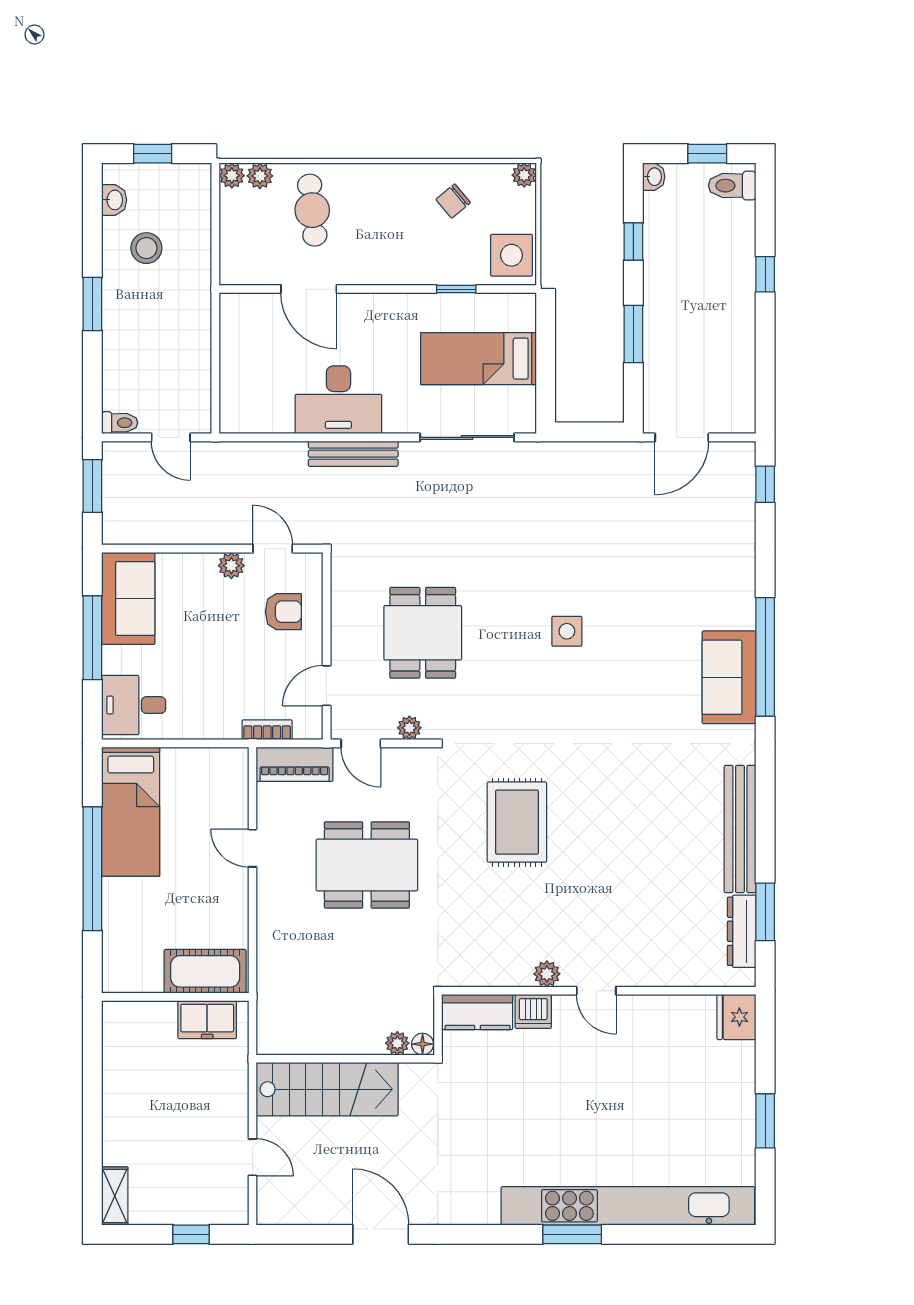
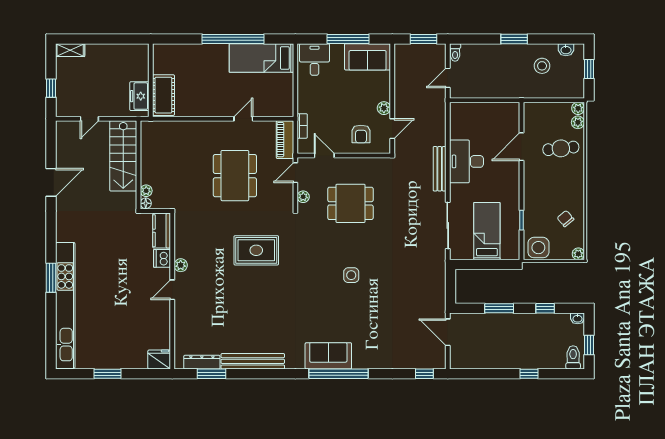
cot: (205, 971) -> (163, 95), moved
wall: (175, 997) -> (151, 80), moved
freezer: (207, 1020) -> (139, 96), moved

